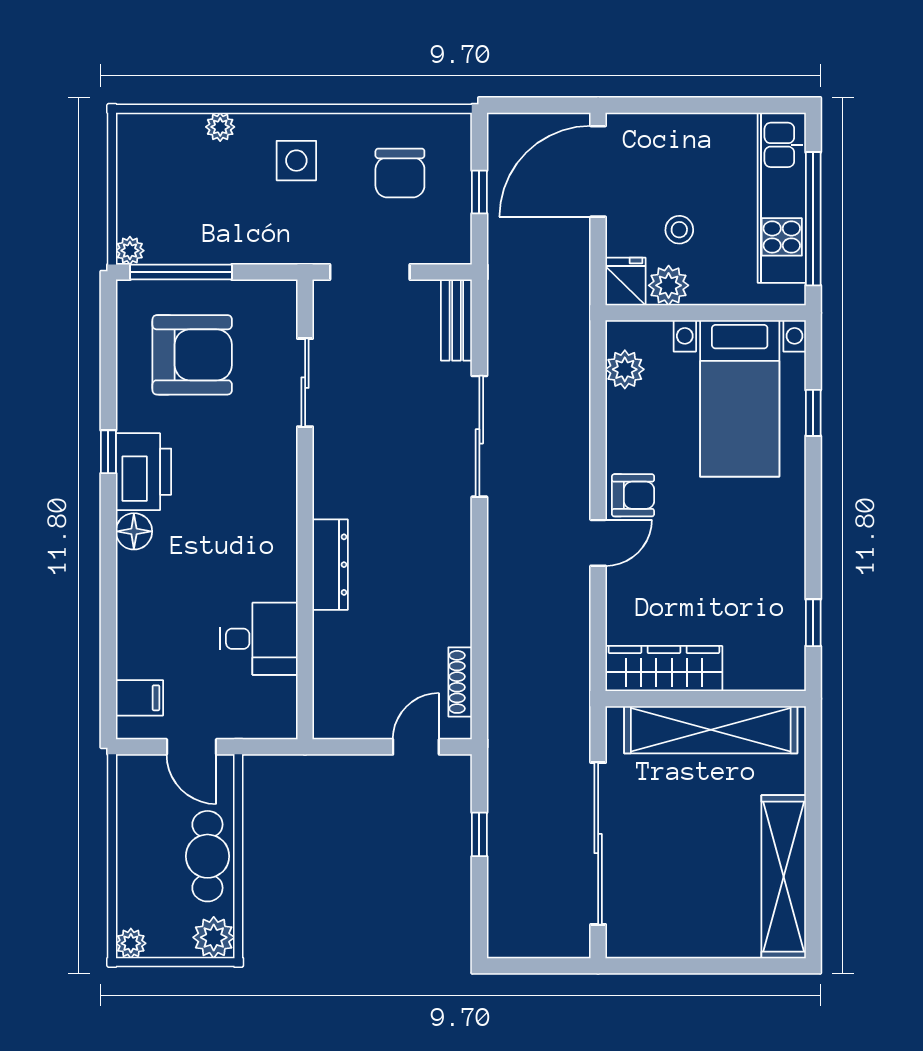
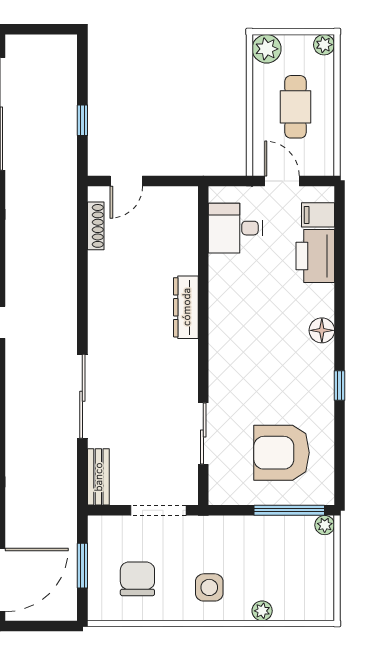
window: (479, 192) -> (82, 566), width x1.50
printer: (143, 472) -> (315, 256), moved
desk: (259, 639) -> (235, 228), moved
cafe table: (207, 856) -> (295, 107), moved

